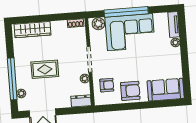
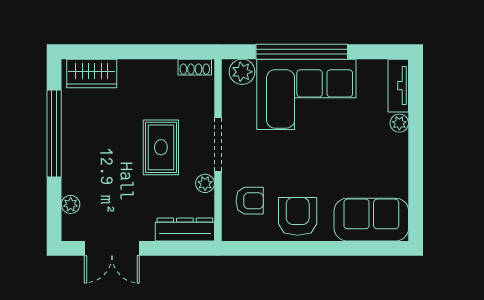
wardrobe: (32, 30) -> (92, 73), width x0.67
rug: (45, 69) -> (161, 147), moved, turned 90
window: (12, 79) -> (54, 133), moved
armchair: (130, 91) -> (298, 216), turned -90
dresser: (81, 101) -> (185, 229), width x1.44

